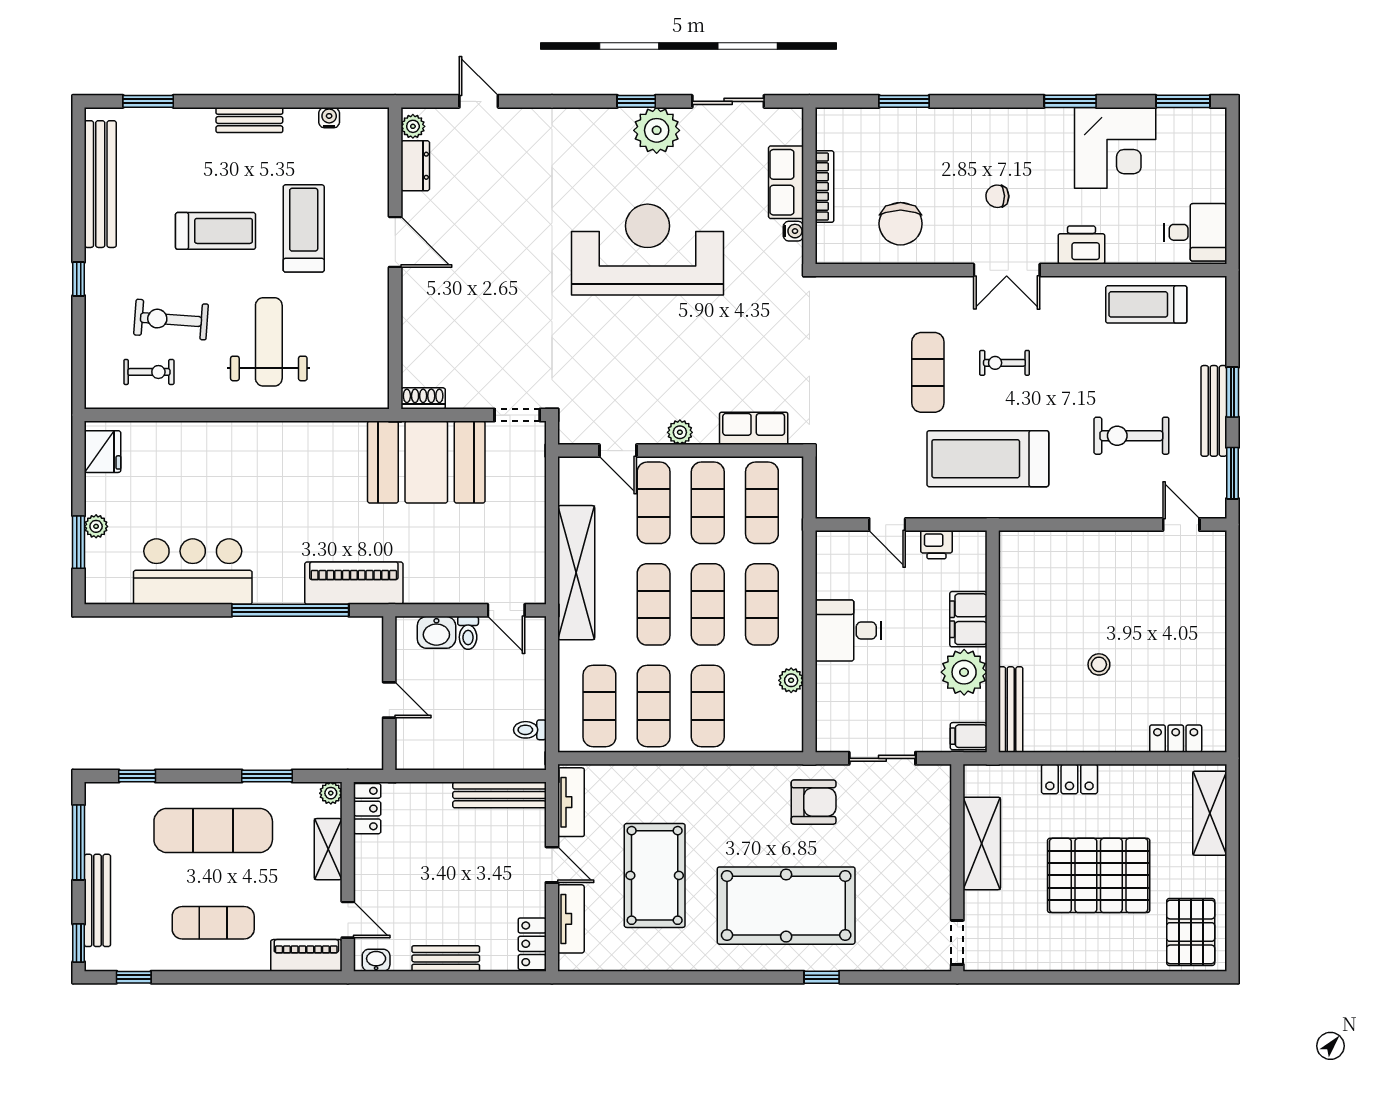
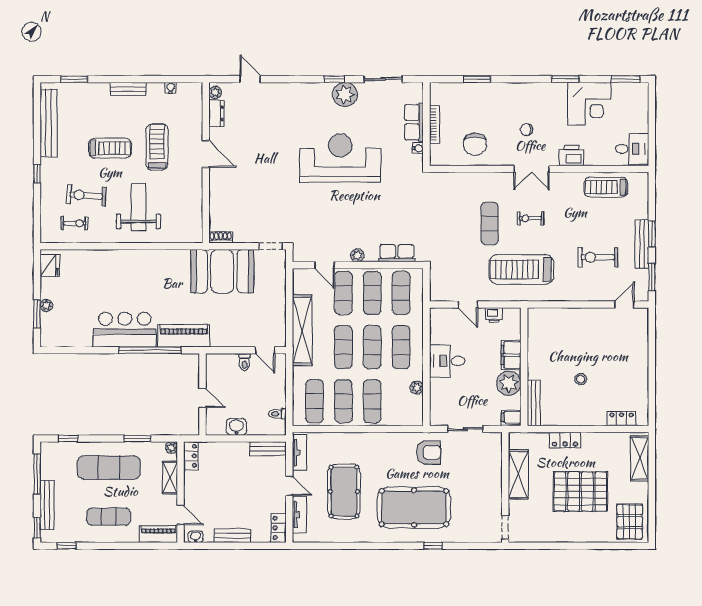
door: (1181, 525) -> (624, 305), hinge flipped
bar counter: (193, 572) -> (125, 330), moved
washbasin: (436, 632) -> (236, 427), moved, turned 180
bench: (499, 795) -> (268, 449), width x0.73

